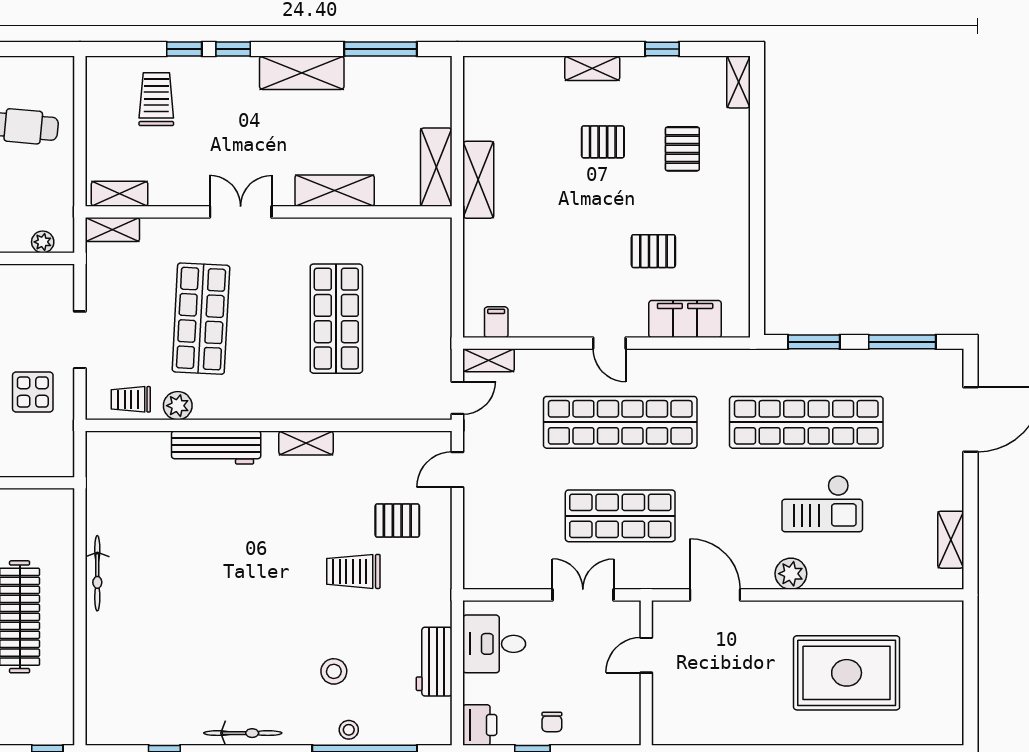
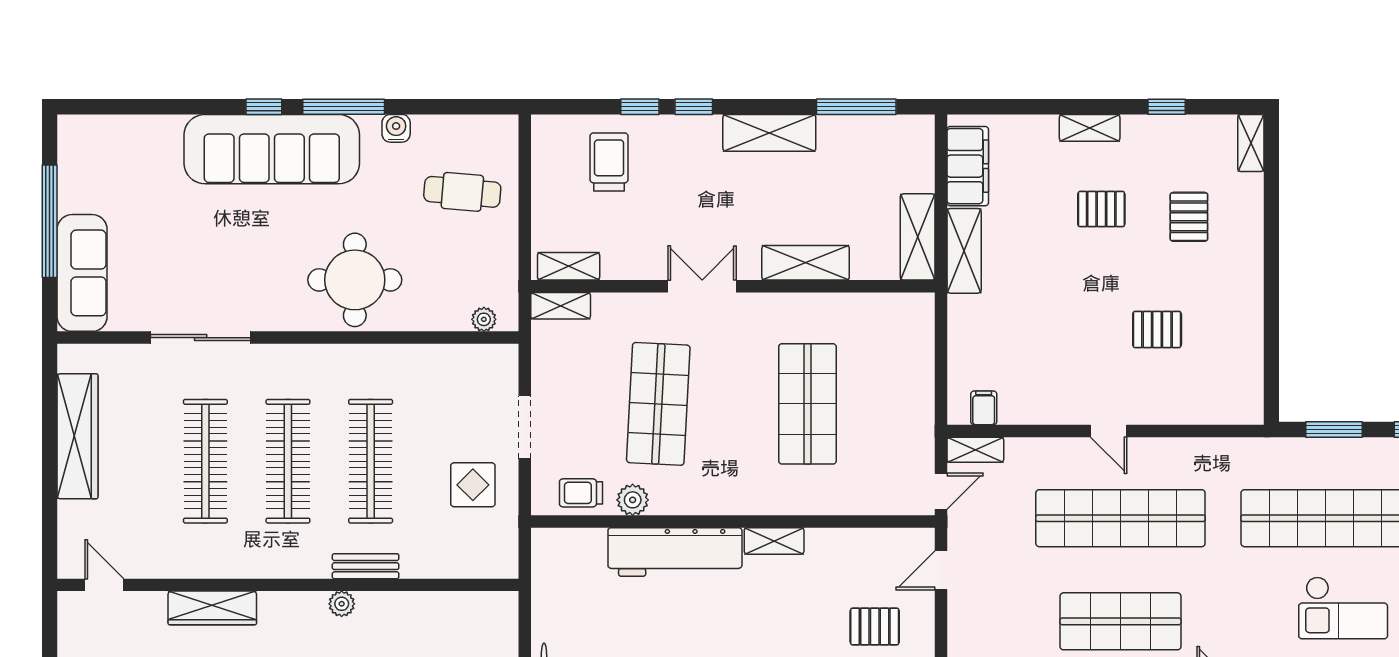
filing cabinet: (685, 319) -> (968, 166), moved, turned 90
workbench: (216, 448) -> (675, 552), width x1.36, depth x1.32

